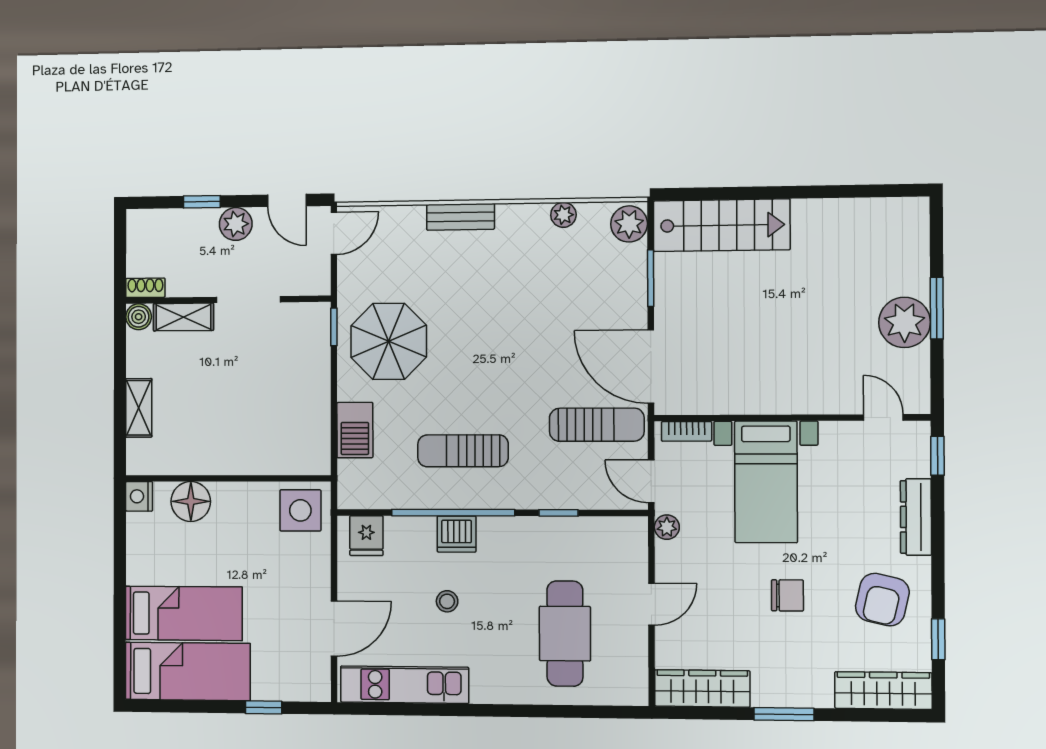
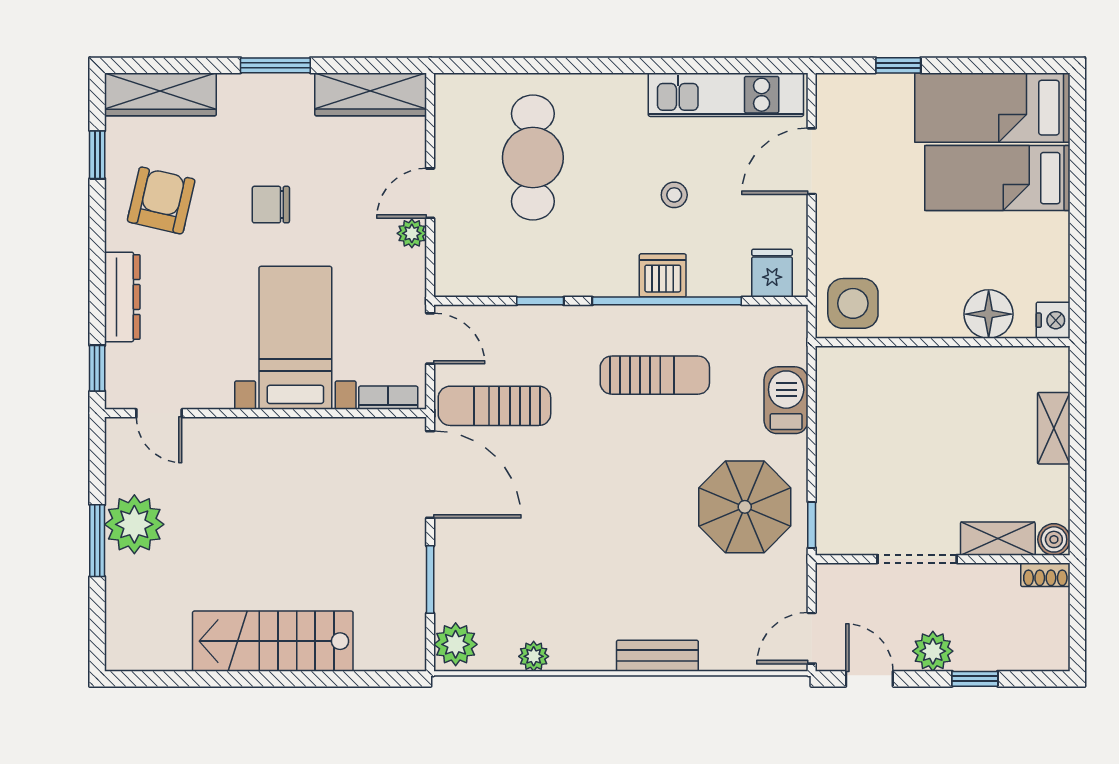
stairs: (722, 225) -> (273, 641), moved
plant: (667, 527) -> (412, 233), moved

